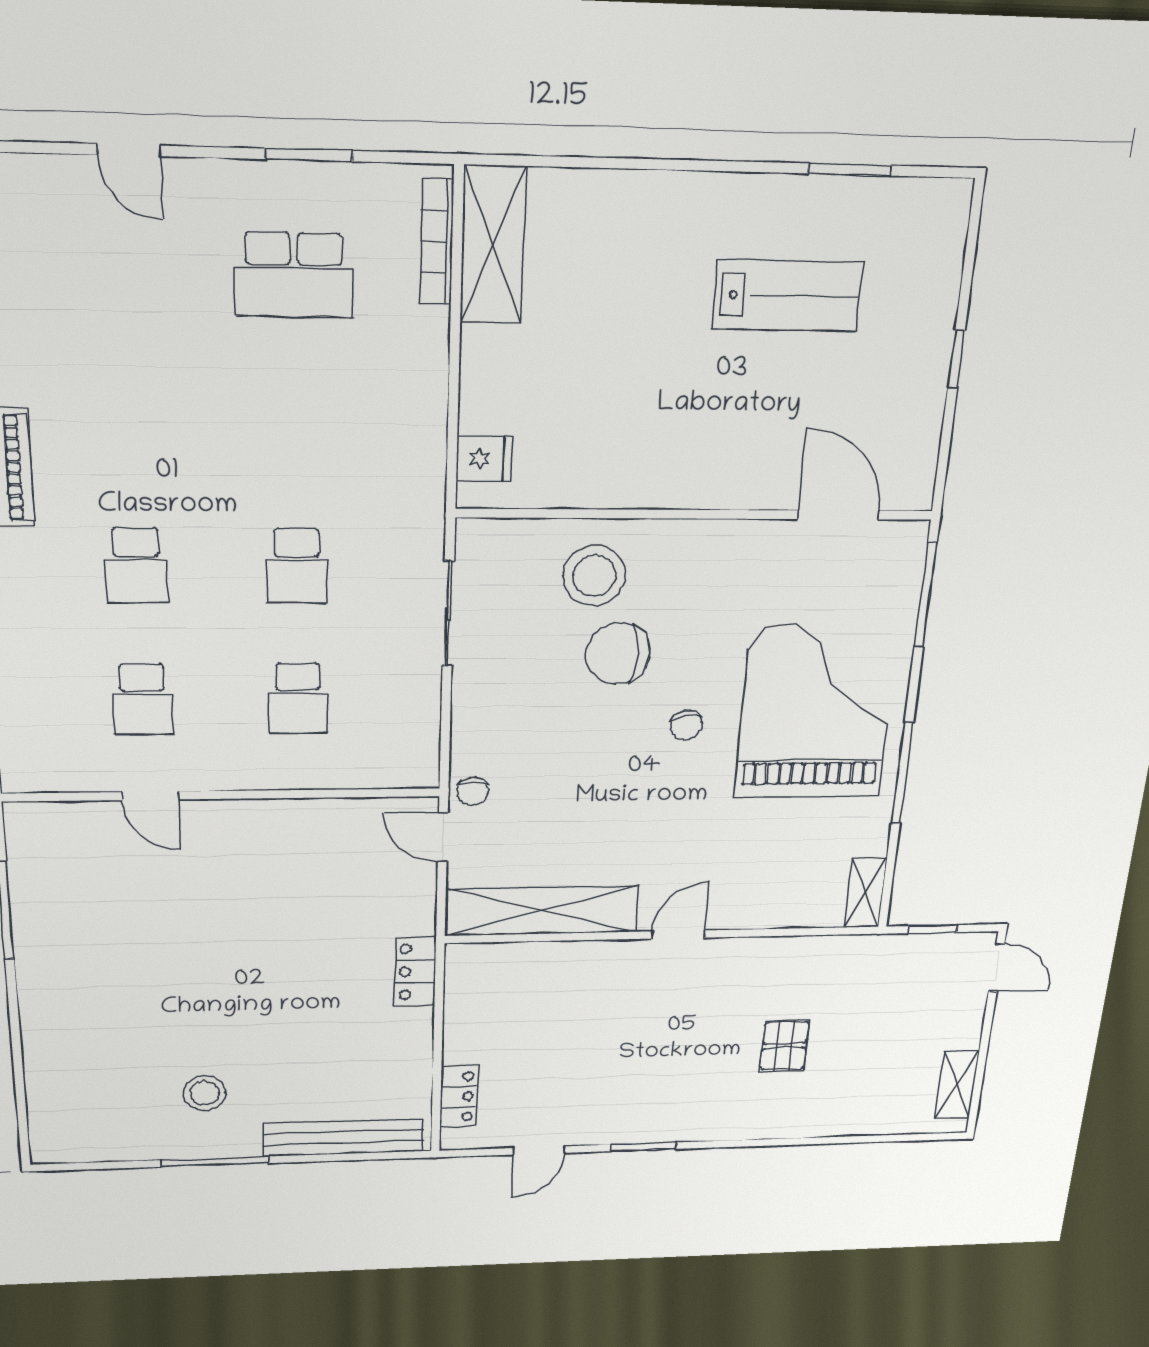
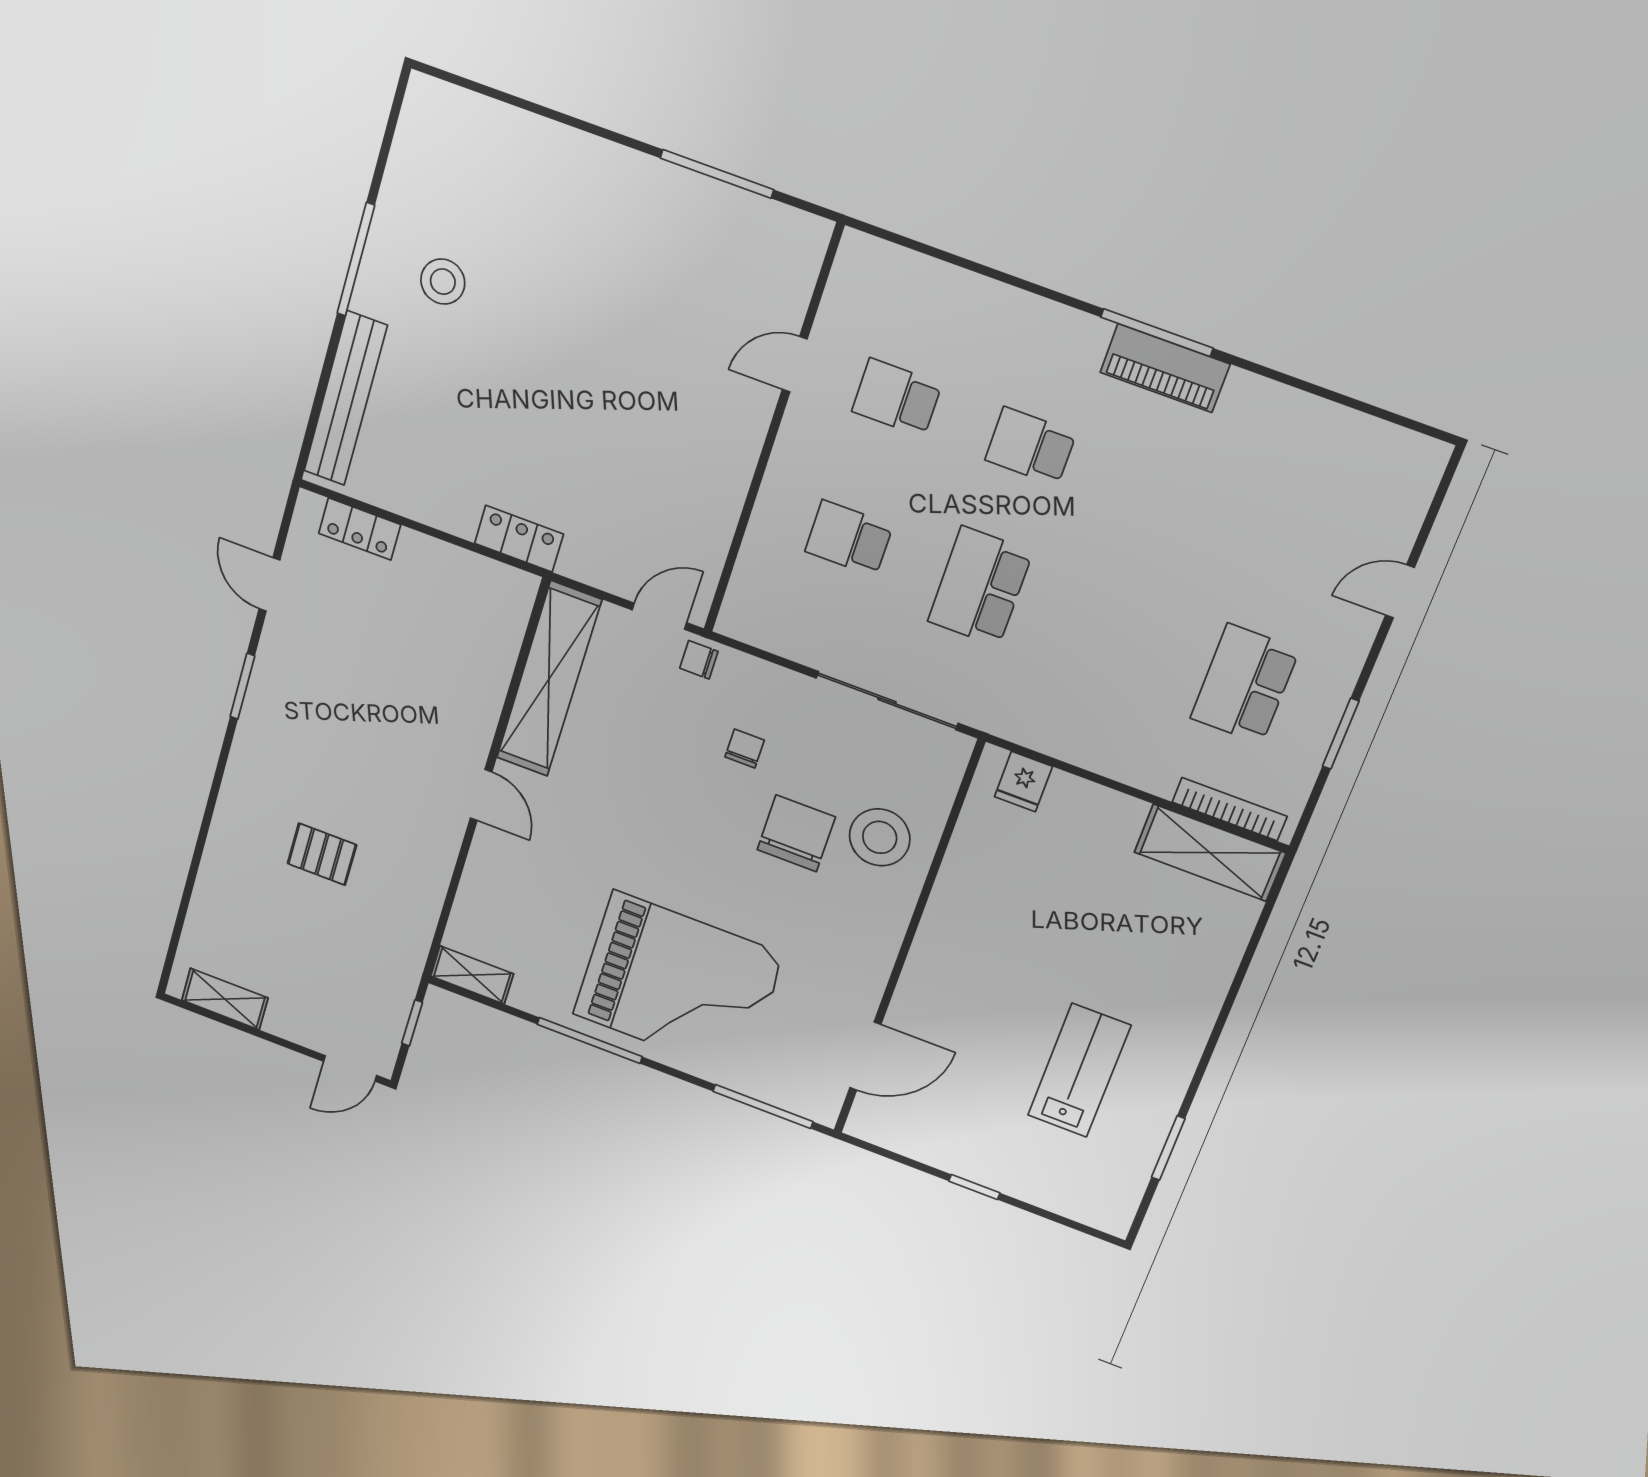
lab bench: (787, 296) -> (1079, 1070), turned 180
school desk: (297, 566) -> (980, 587), width x1.85
sliding door: (448, 614) -> (887, 701), width x1.37
chair: (686, 725) -> (745, 749), moved, turned 100

